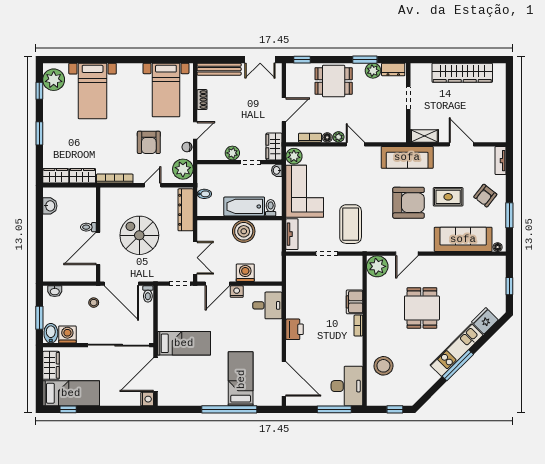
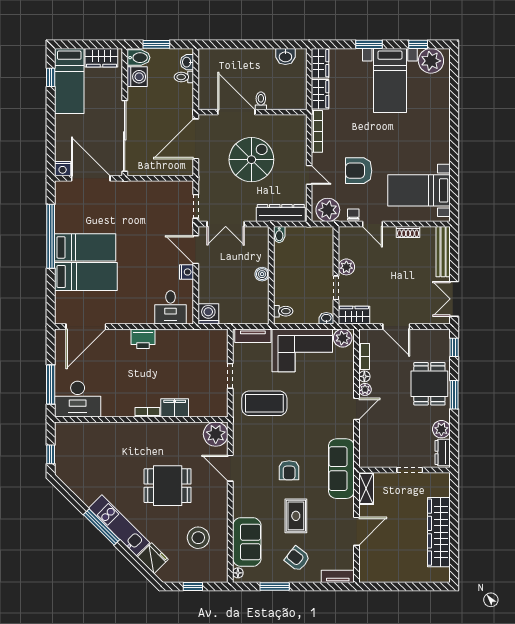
window: (365, 60) -> (454, 395), moved
bed with nightstands: (93, 91) -> (390, 81), moved, turned -90
bidet: (204, 194) -> (279, 235), moved
armchair: (409, 203) -> (289, 470), width x0.53, depth x0.53
bathtub: (244, 206) -> (285, 281), removed
boiler: (244, 231) -> (262, 274), width x0.54, depth x0.54
sofa: (463, 239) -> (247, 542), width x0.73
washing machine: (245, 273) -> (208, 314), moved, turned -90
toilet: (148, 294) -> (184, 77), moved
stool: (94, 303) -> (174, 107), removed
bed: (184, 343) -> (85, 247), moved, turned -90
stool: (383, 366) -> (198, 538), moved
window: (229, 409) -> (51, 236), moved

